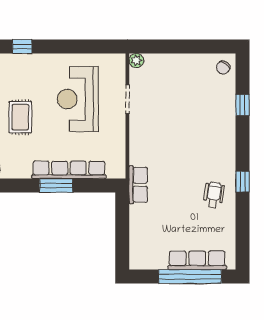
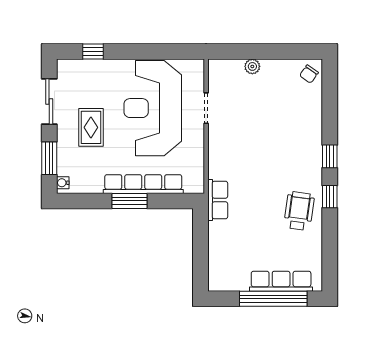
plant: (136, 60) -> (252, 66), moved
reception desk: (78, 99) -> (153, 108), width x1.36, depth x1.30
window: (243, 105) -> (330, 156), moved
wheelchair: (214, 195) -> (299, 211), width x1.36, depth x1.37

